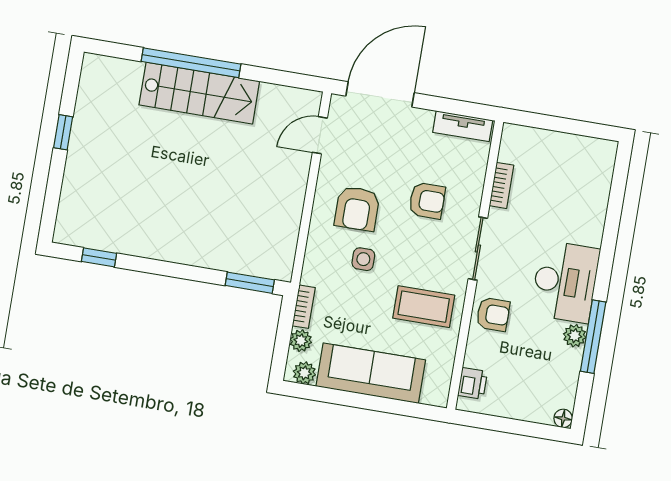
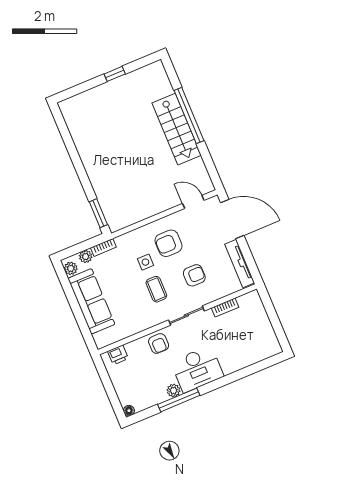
tv unit: (463, 126) -> (240, 263), width x1.41
armchair: (427, 201) -> (194, 275), turned -90
window: (99, 257) -> (64, 131), removed
coffee table: (424, 307) -> (156, 289), moved, width x0.73, depth x0.77

